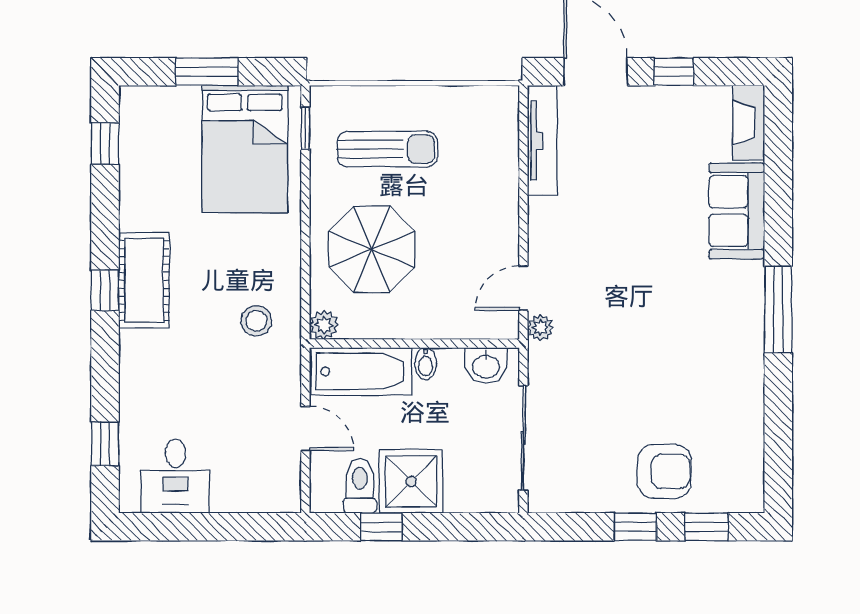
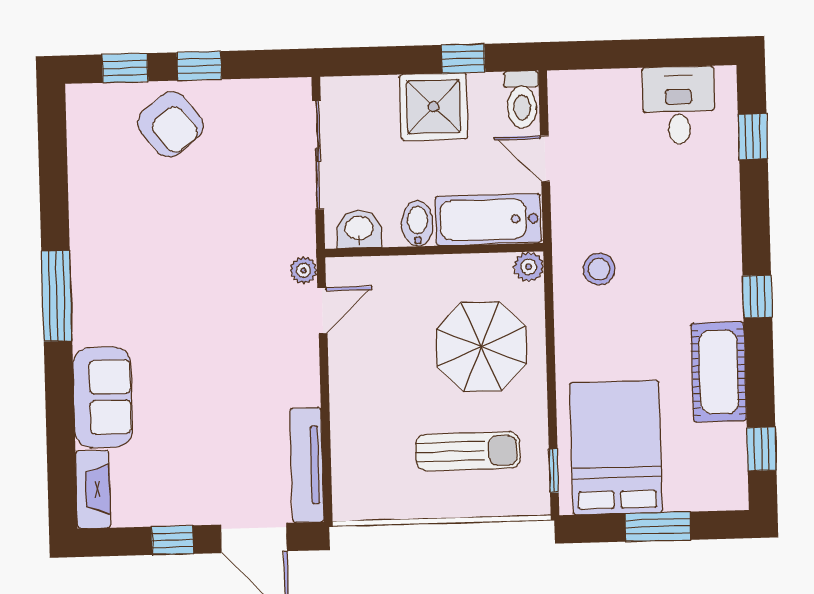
sun lounger: (387, 149) -> (468, 451), turned 180
cot: (144, 280) -> (719, 372), moved
bidet: (426, 364) -> (417, 224), width x1.38, depth x1.36
armchair: (664, 471) -> (171, 124), turned -129
toilet: (360, 486) -> (522, 100), moved

